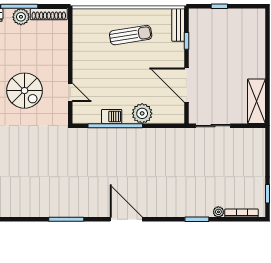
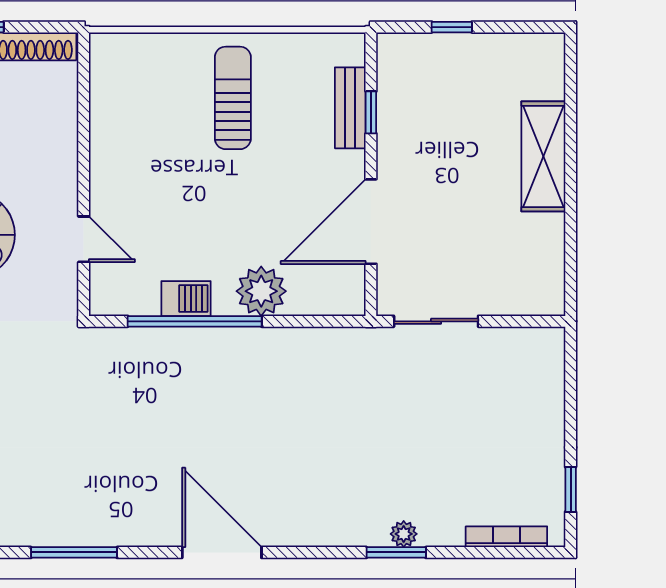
bench: (178, 25) -> (350, 108), moved
sun lounger: (131, 35) -> (233, 98), turned -81
door: (187, 85) -> (371, 222), hinge flipped
shelving: (256, 101) -> (543, 156), moved
plant: (218, 212) -> (404, 534), moved

